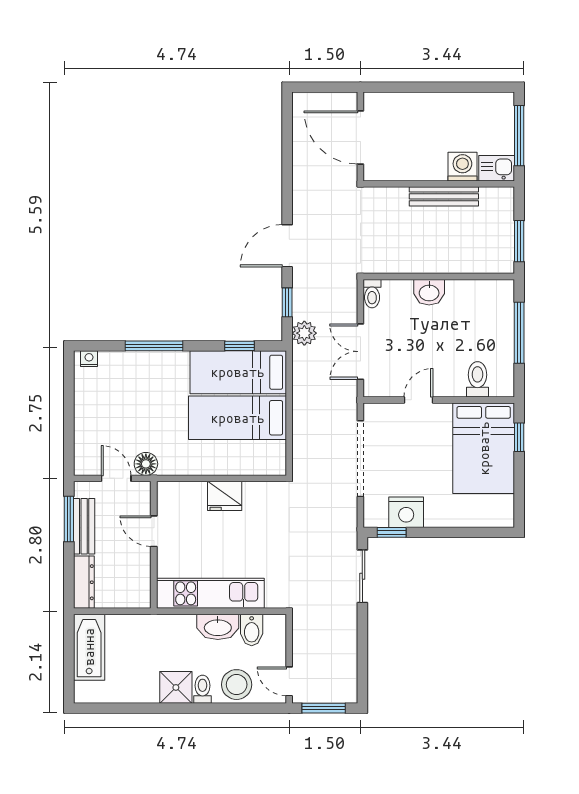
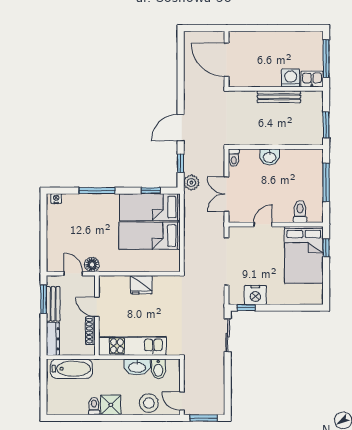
shoe rack: (143, 569) -> (90, 331), added
bathtub: (89, 647) -> (72, 369), moved, turned 90
toilet: (203, 689) -> (94, 406), moved

